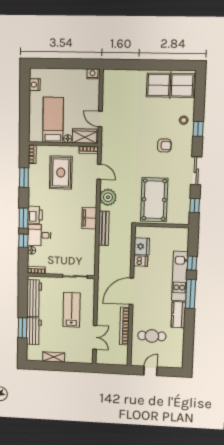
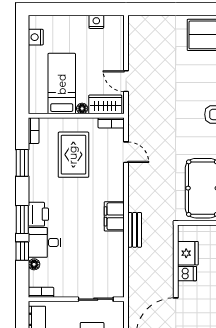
nightstand: (92, 74) -> (96, 22), moved
plant: (108, 197) -> (139, 187), removed
bench: (104, 228) -> (135, 230), width x0.73

